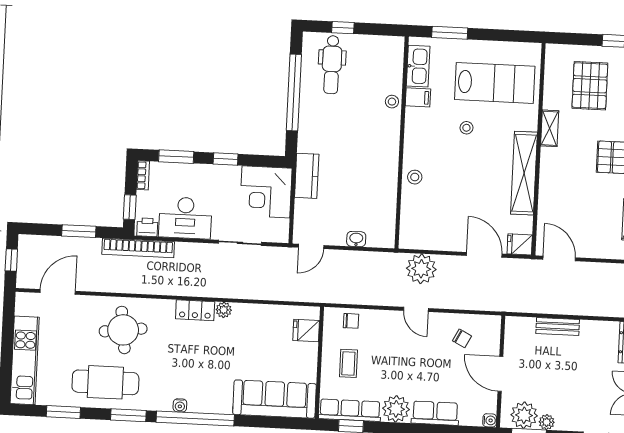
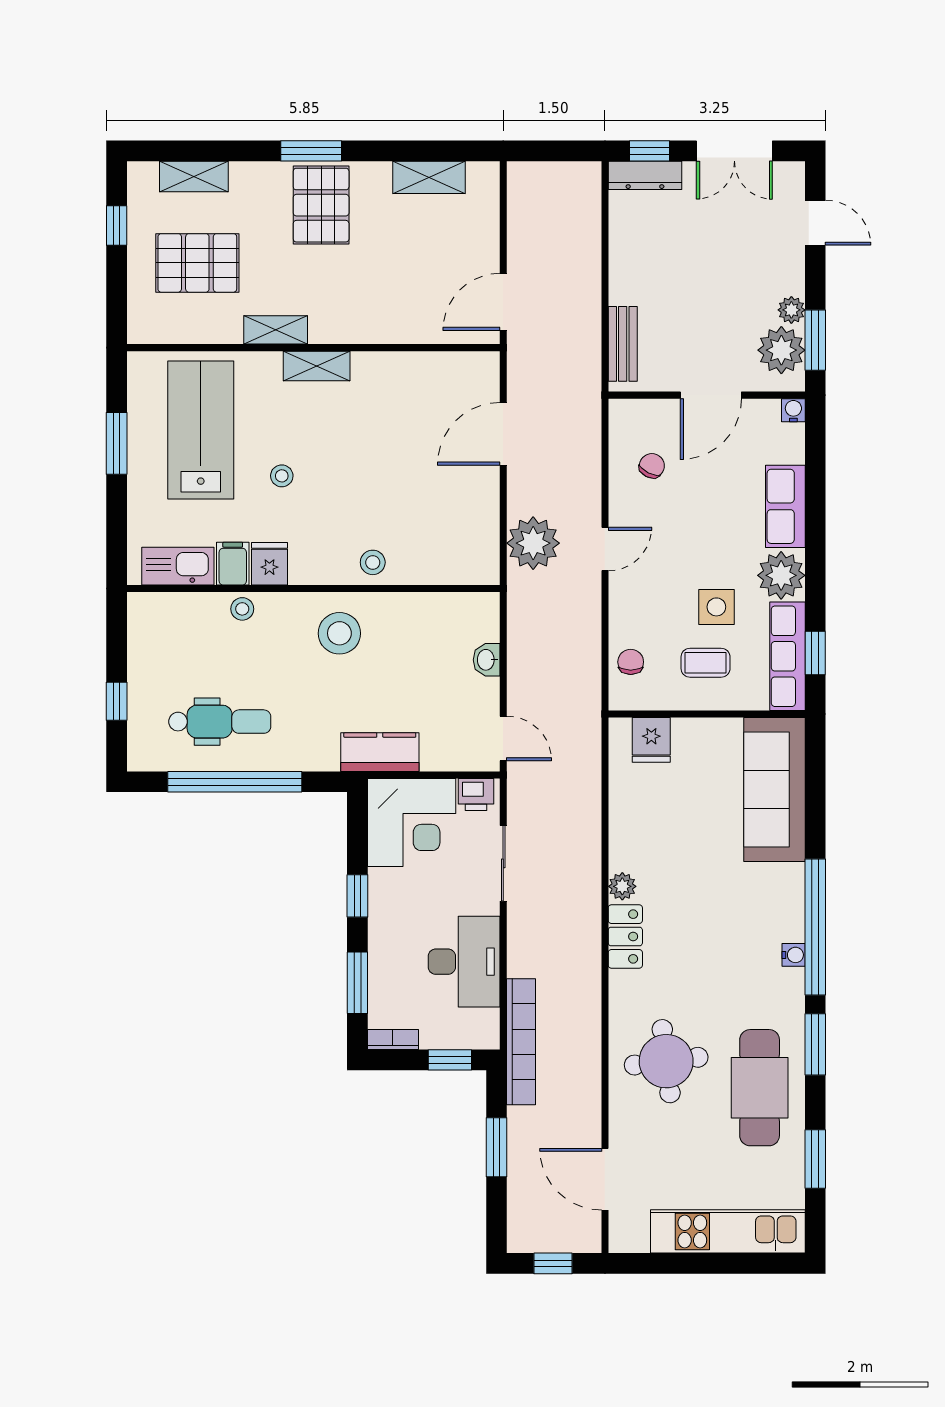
window: (450, 33) -> (117, 443), moved
dental chair: (332, 65) -> (220, 722), moved
stool: (375, 156) -> (339, 633), added
shelving: (524, 173) -> (317, 366), width x0.45, depth x0.75
printer: (147, 227) -> (476, 794), moved, turned -90
fridge: (520, 244) -> (269, 564), moved, turned 180
bench: (558, 326) -> (623, 344), moved
side table: (380, 371) -> (716, 607), added

